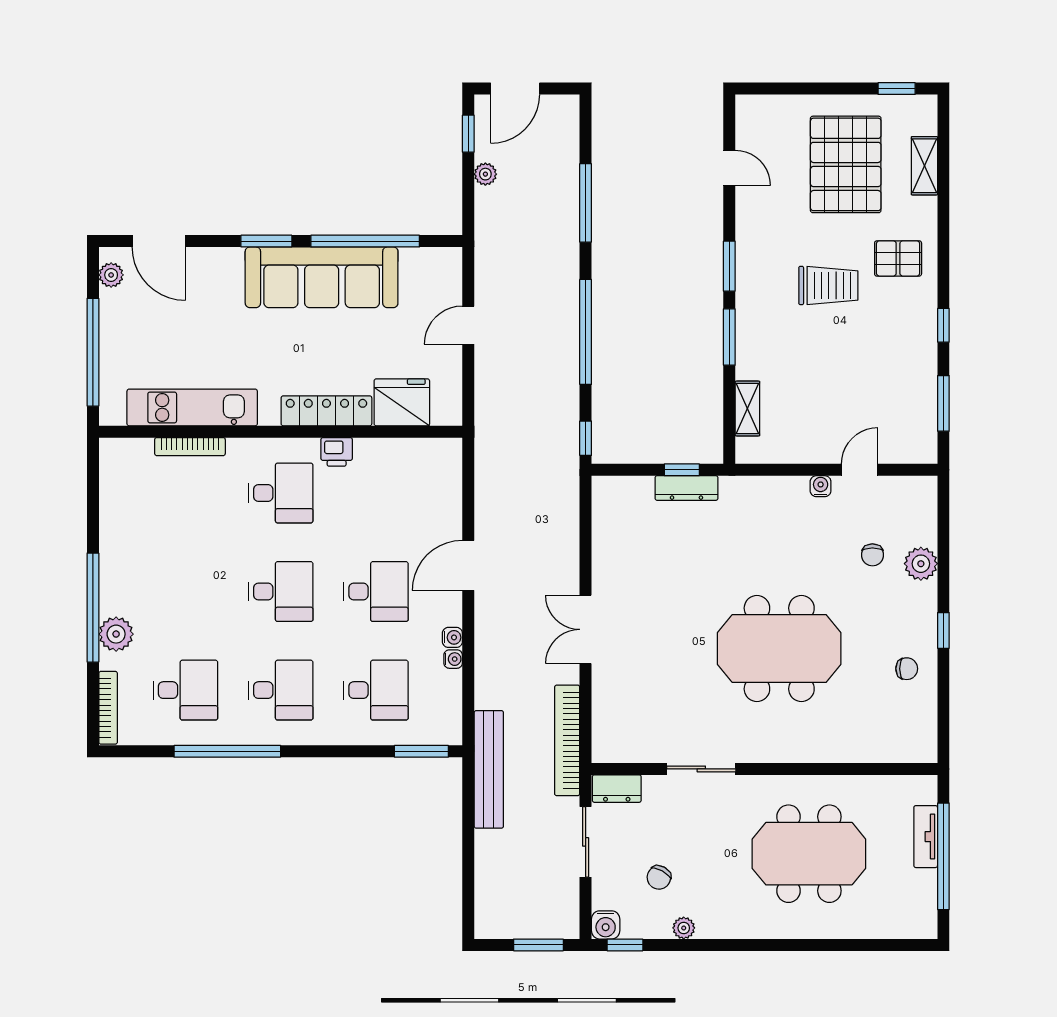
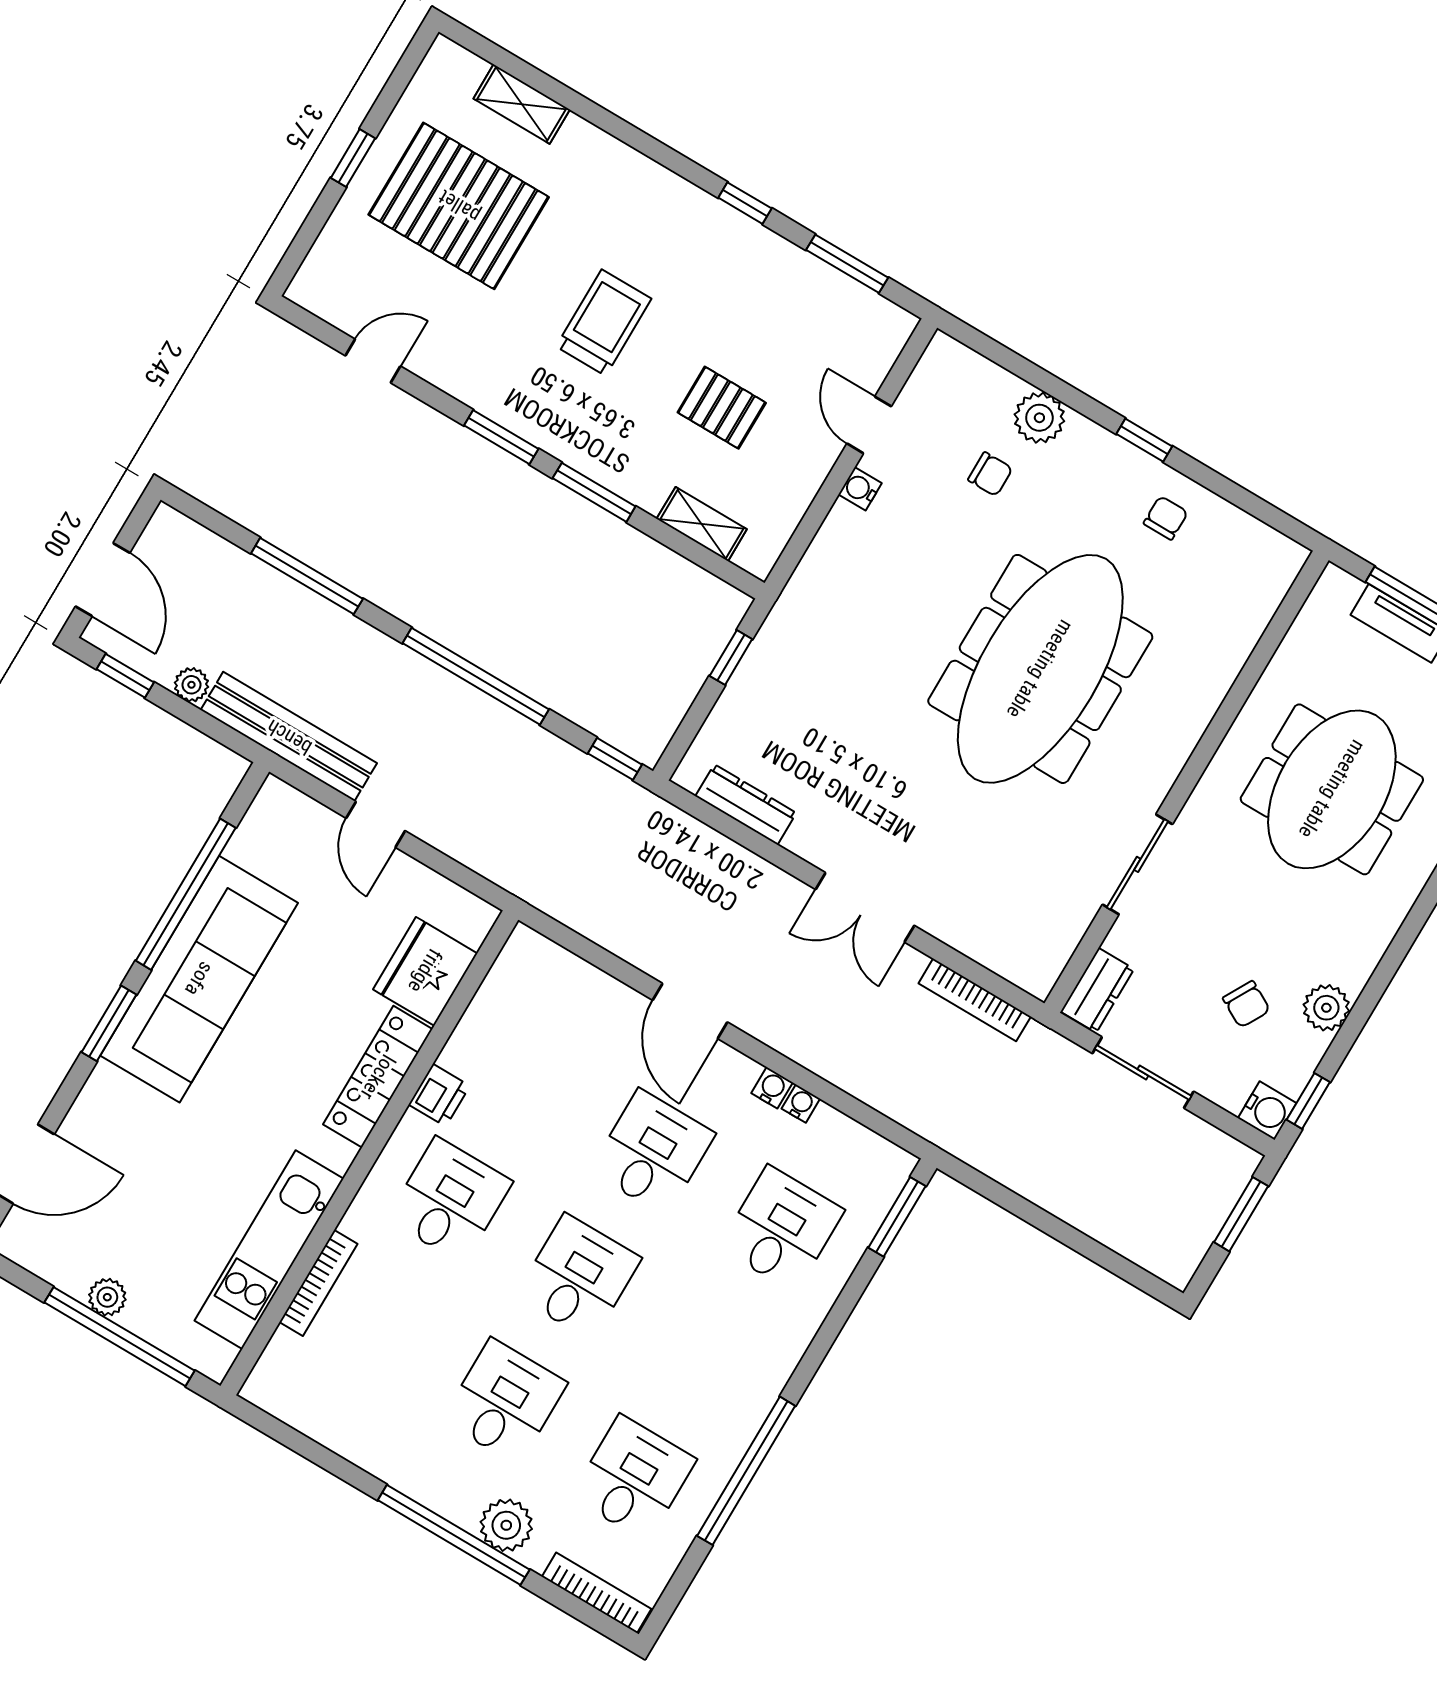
window: (897, 89) -> (353, 158), moved
pallet: (898, 258) -> (722, 408), moved, turned 90
plant: (111, 275) -> (107, 1297), moved
dresser: (686, 488) -> (746, 804), moved, turned -90
meeting table: (779, 649) -> (1040, 669), width x1.36
desk: (281, 690) -> (505, 1402), moved
bookcase: (567, 740) -> (975, 1000), width x0.68, depth x0.76
bench: (489, 769) -> (289, 737), moved
plant: (684, 928) -> (1326, 1008), width x1.38, depth x1.38

